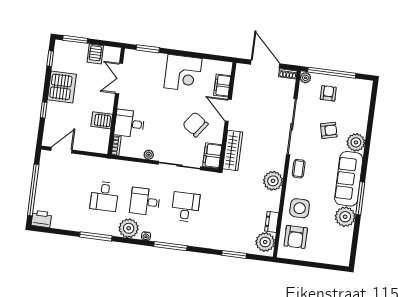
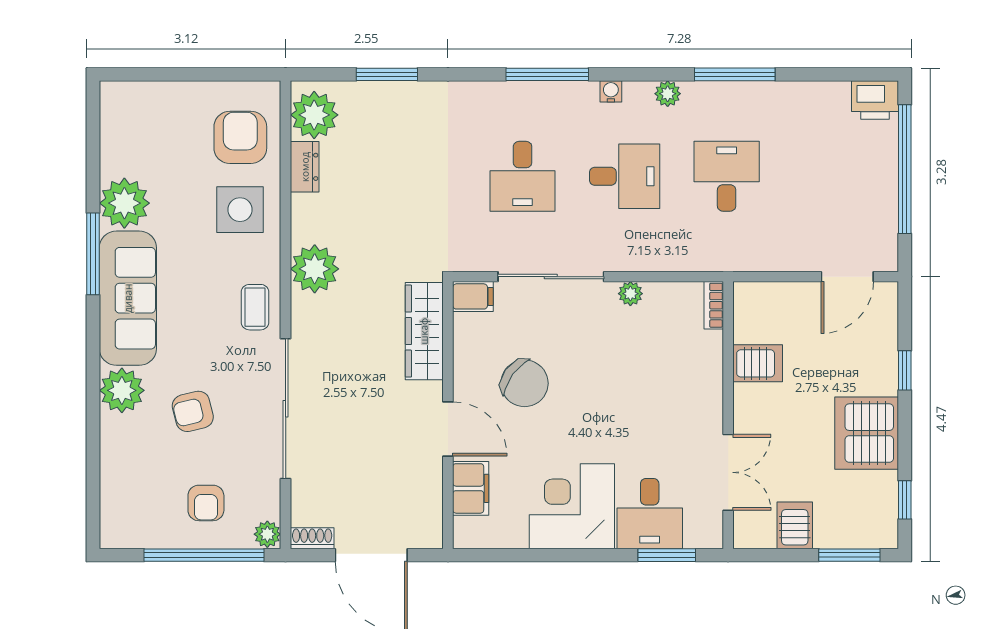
desk: (129, 124) -> (650, 514), moved, turned 90
filing cabinet: (212, 156) -> (473, 296), width x0.50
plant: (129, 228) -> (668, 94), width x0.53, depth x0.53

